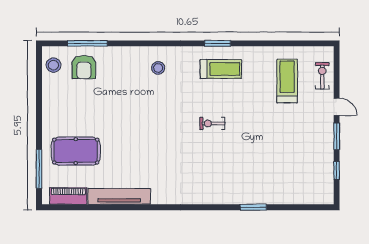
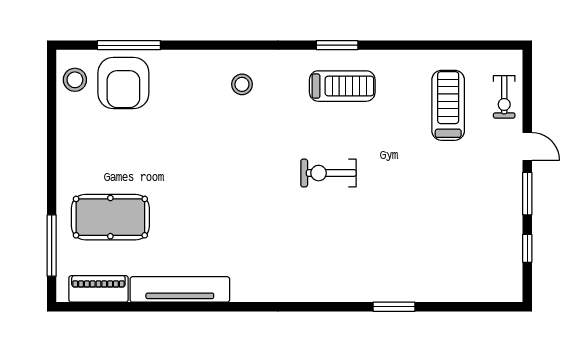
armchair: (84, 67) -> (123, 83), width x1.36, depth x1.36
exercise bike: (322, 76) -> (504, 97), turned 180
exercise bike: (212, 123) -> (329, 173), width x1.38, depth x1.39

